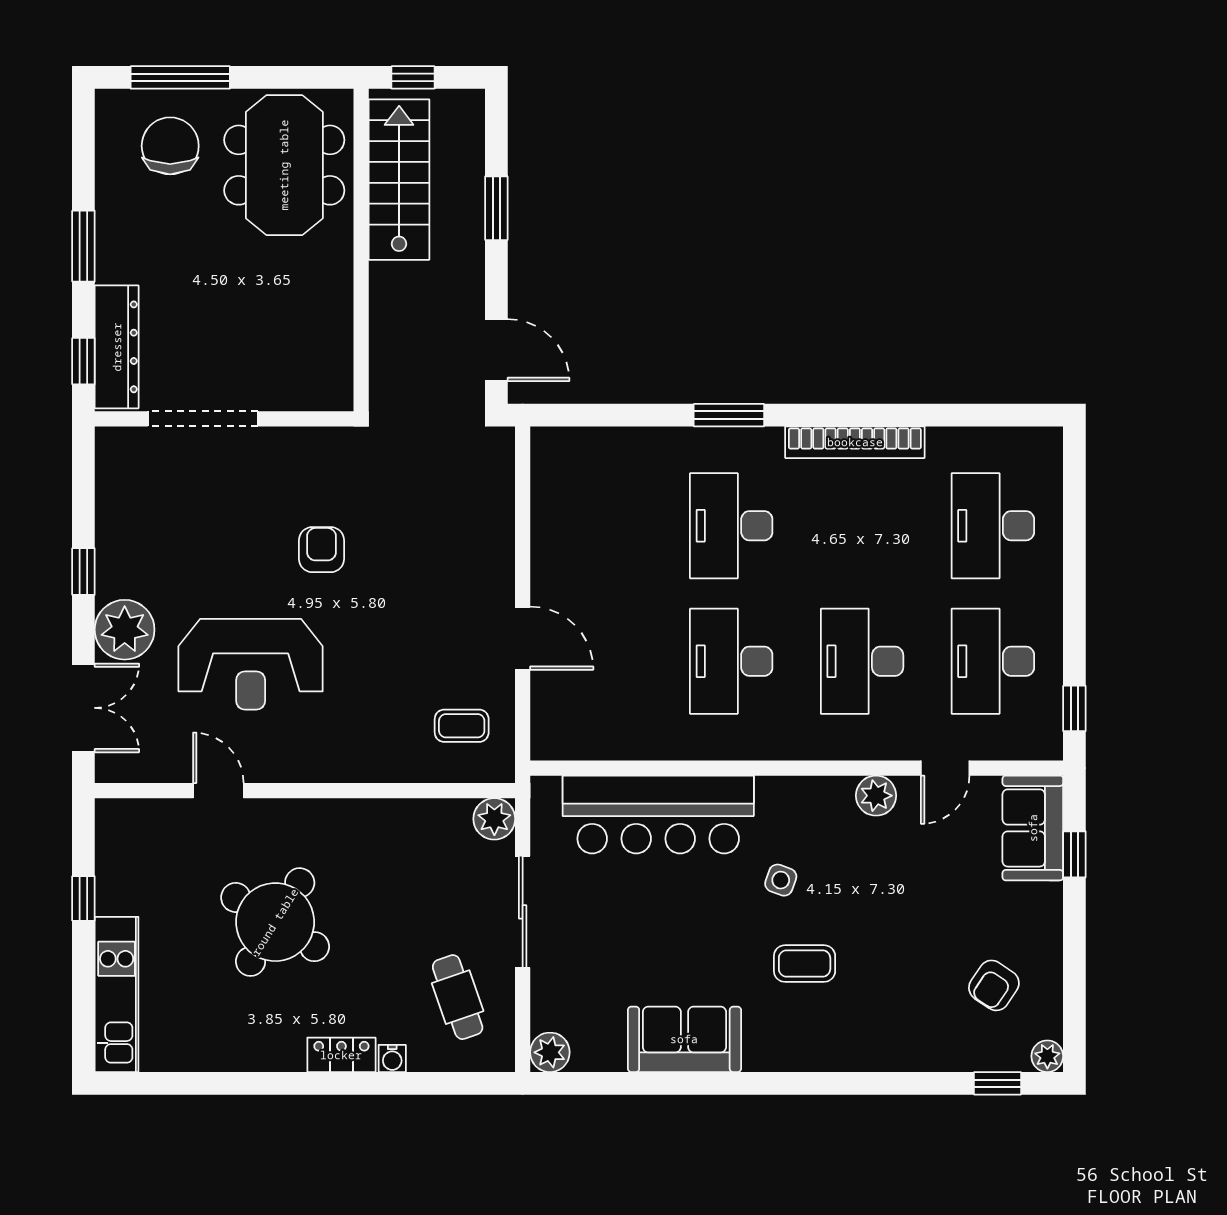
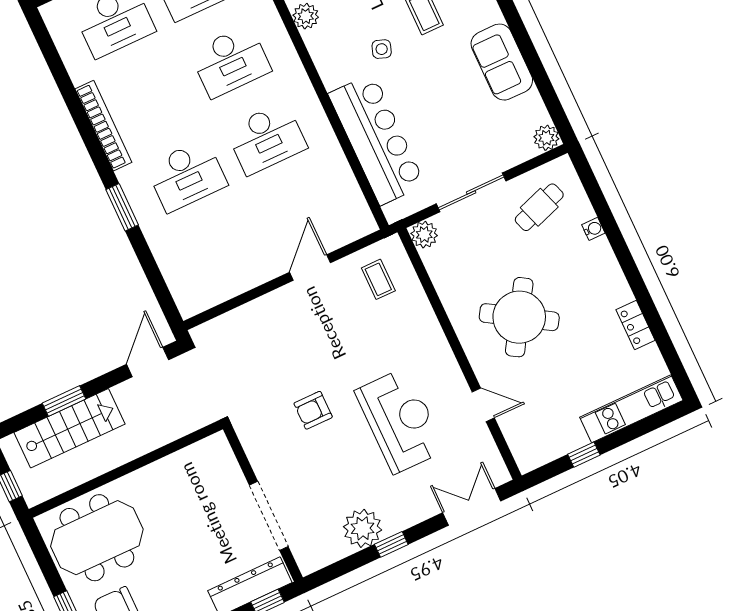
stairs: (399, 180) -> (69, 428), moved, turned 180
plant: (125, 630) -> (363, 528), moved
door: (218, 791) -> (483, 405), swing flipped
round table: (275, 922) -> (519, 317), moved
locker: (341, 1055) -> (635, 325), moved

